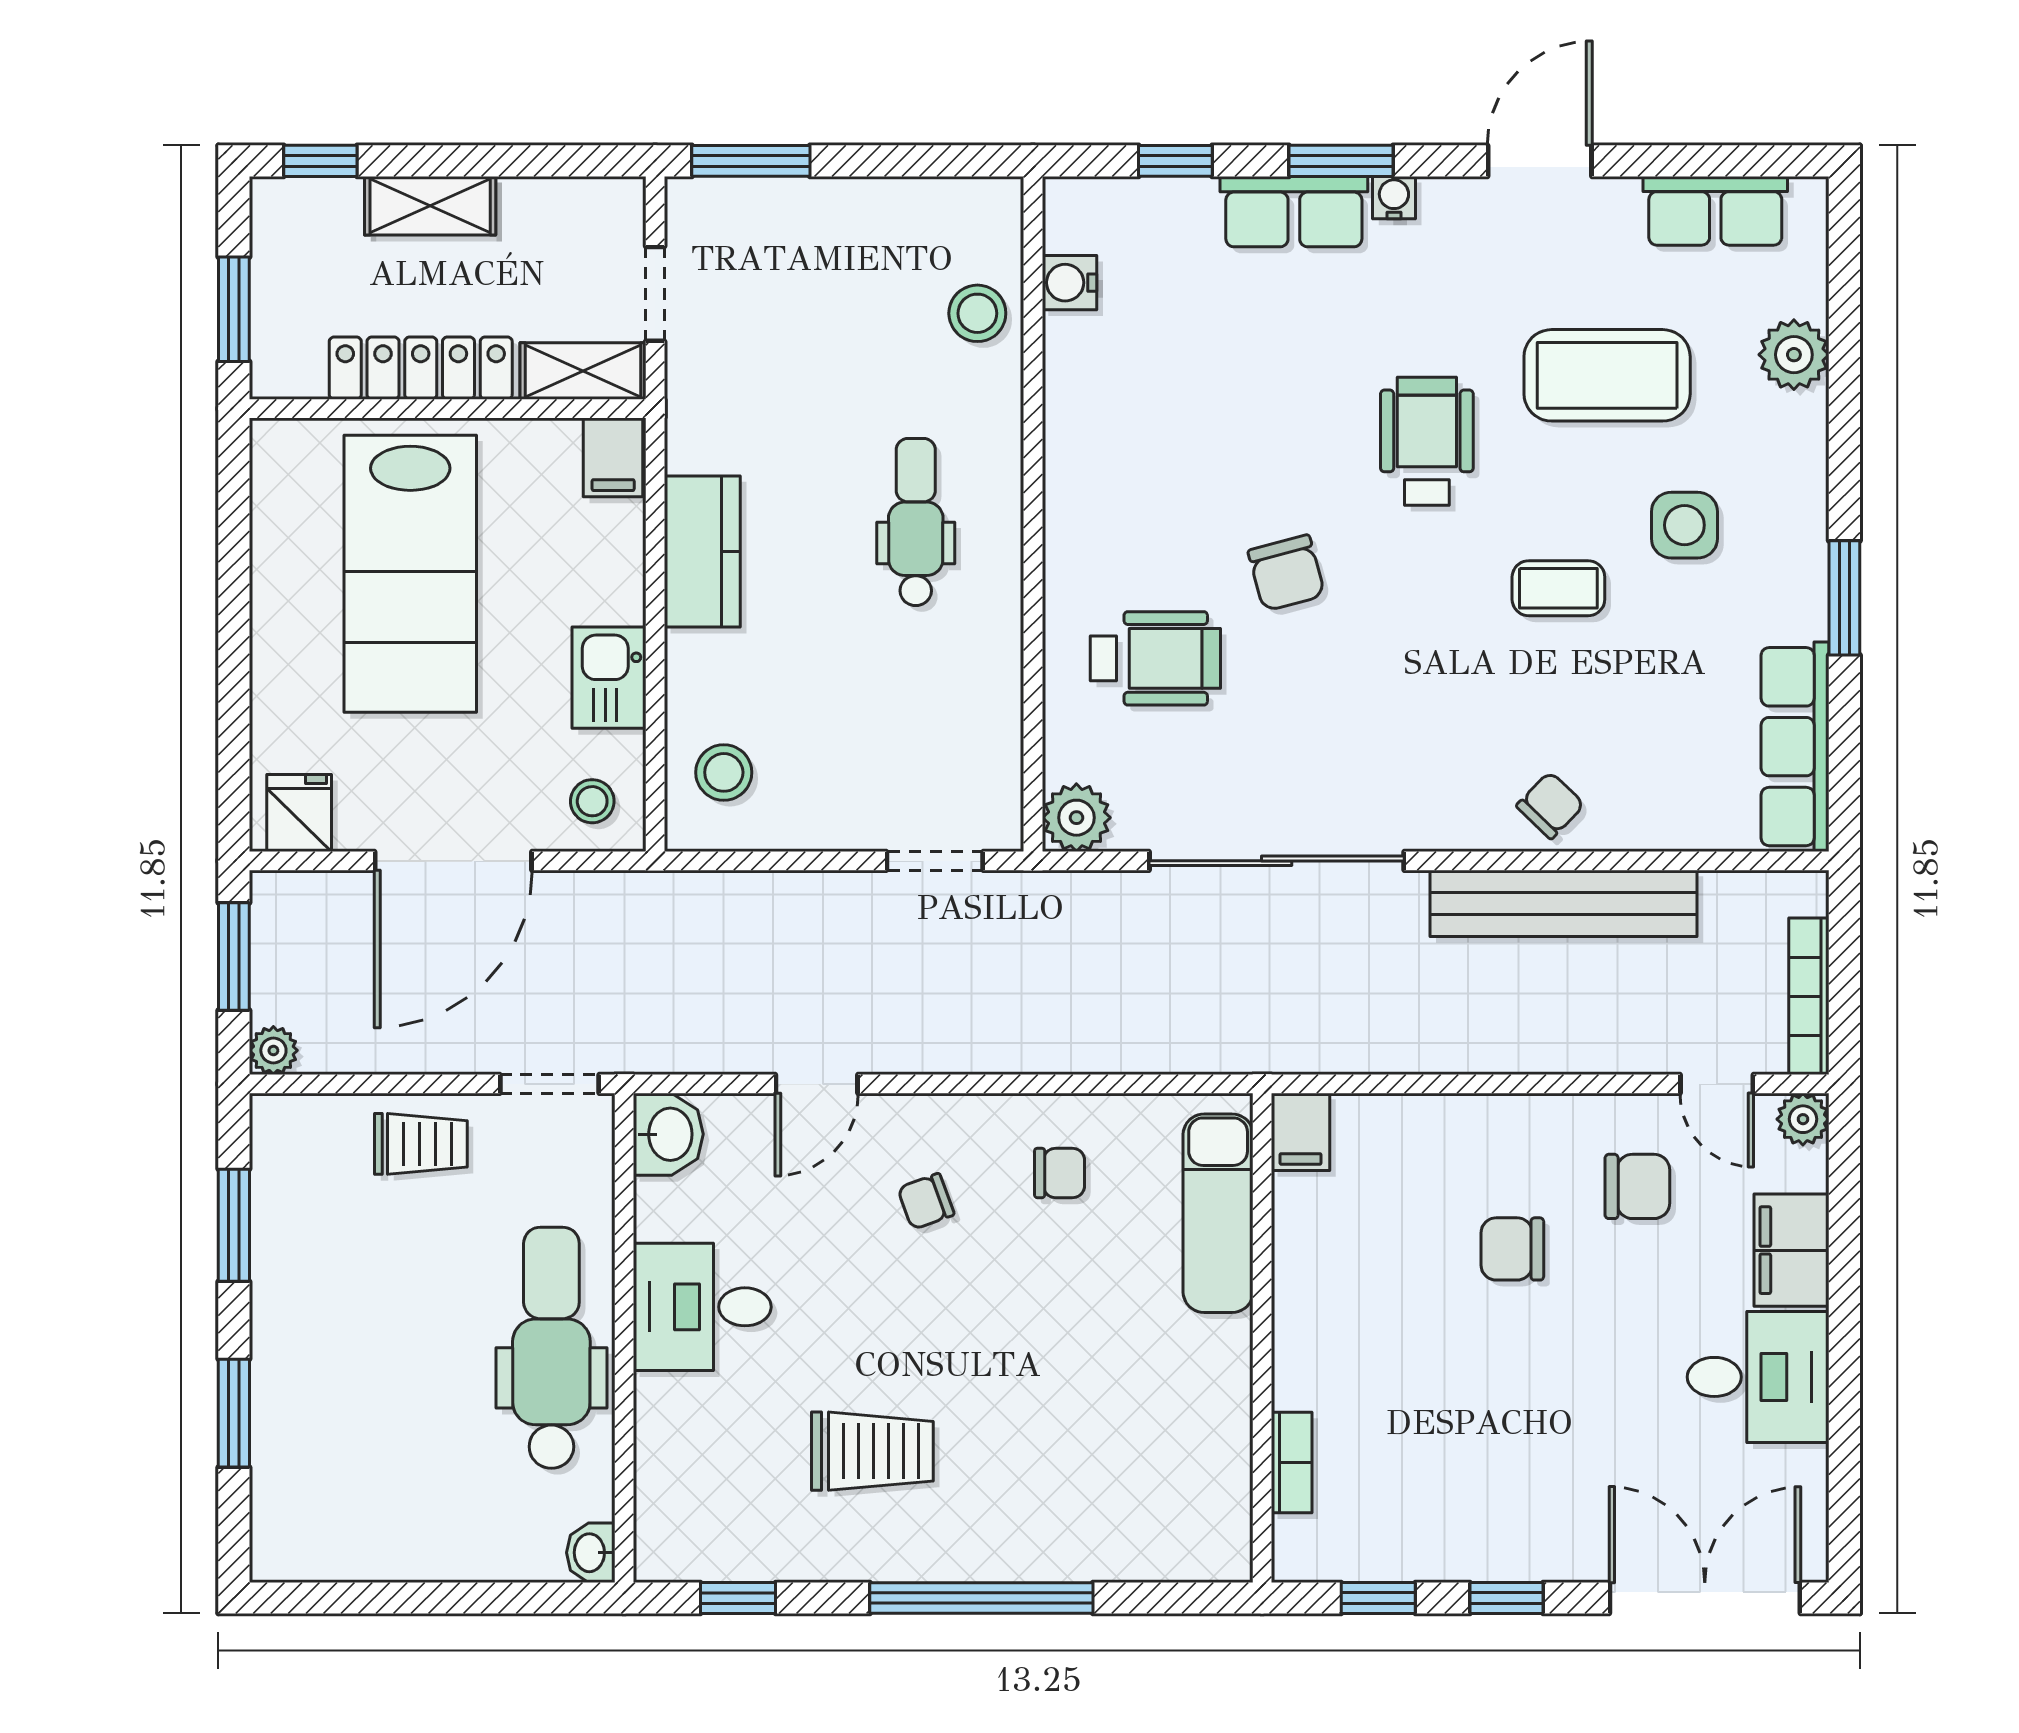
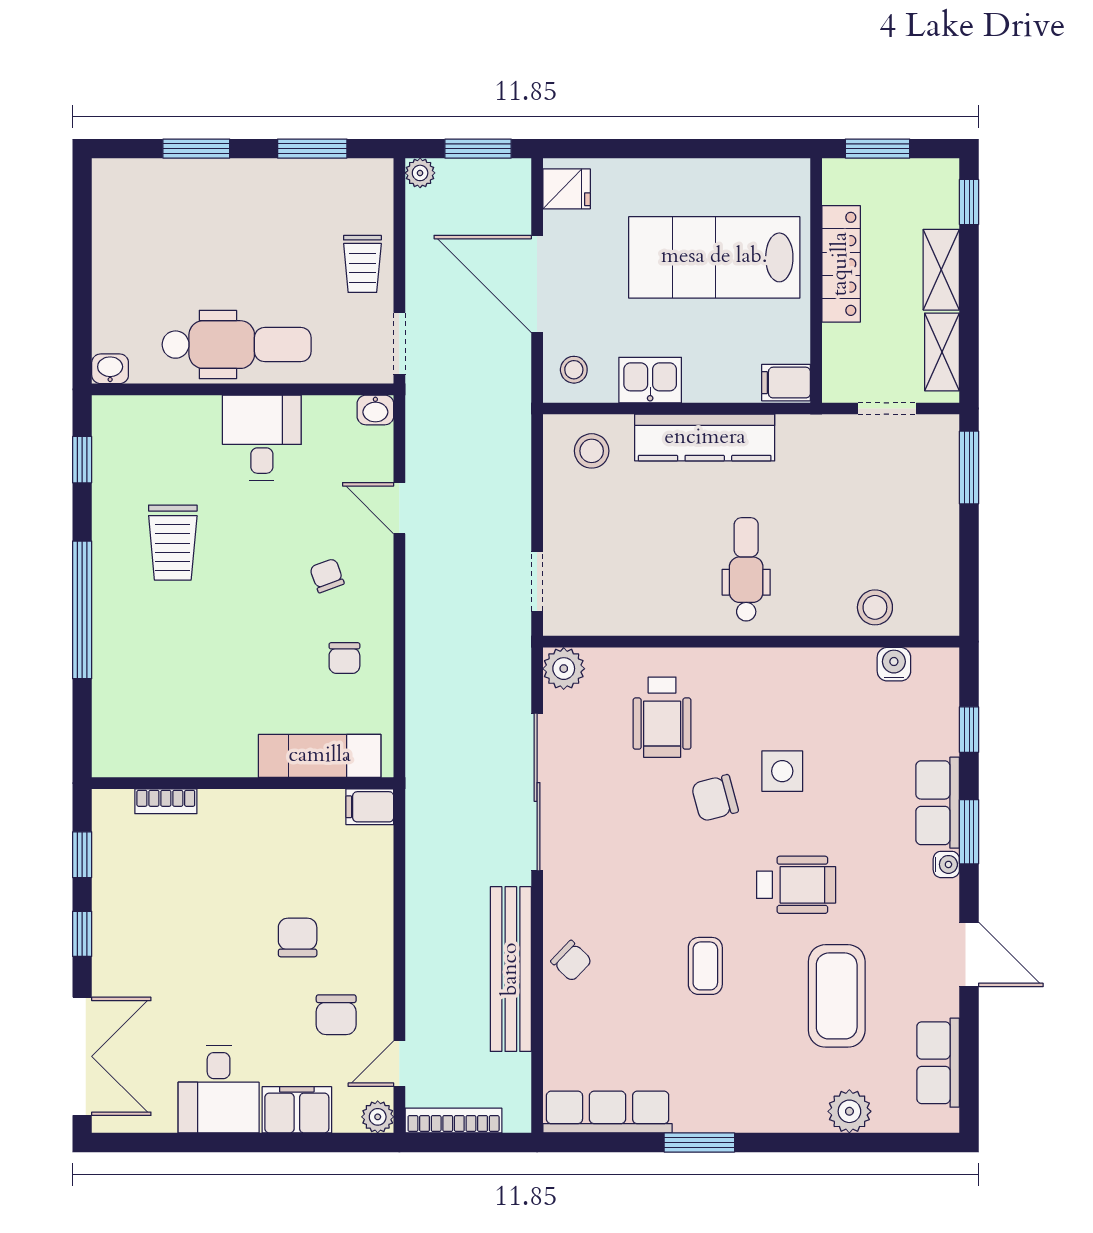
shelving: (583, 371) -> (942, 352), moved
dental chair: (916, 522) -> (746, 569), turned -90
side table: (1684, 525) -> (782, 771), moved
kitchen counter: (702, 551) -> (705, 438), width x1.50
washbasin: (668, 1134) -> (375, 410), width x0.72, depth x0.69

